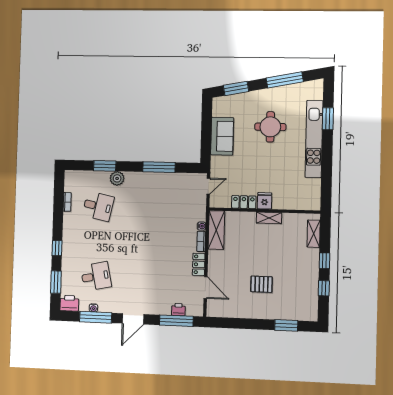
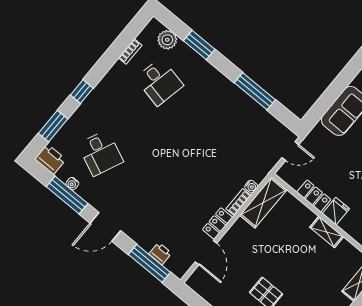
plant: (117, 178) -> (167, 40), moved
desk: (96, 276) -> (100, 153), turned 36

